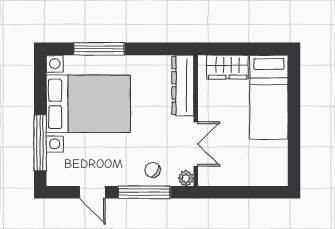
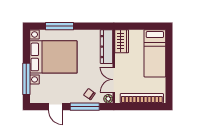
wardrobe: (227, 67) -> (122, 41), moved, turned -90
double door: (196, 144) -> (114, 80), swing flipped
bookcase: (246, 177) -> (142, 98), added

